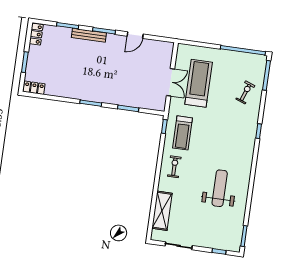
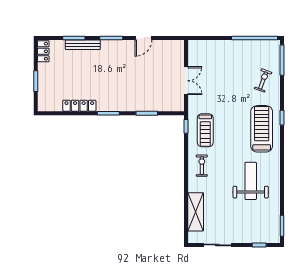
bench: (89, 35) -> (83, 45), moved
treadmill: (199, 83) -> (262, 129), moved
locker: (34, 88) -> (79, 106), moved, width x1.53

